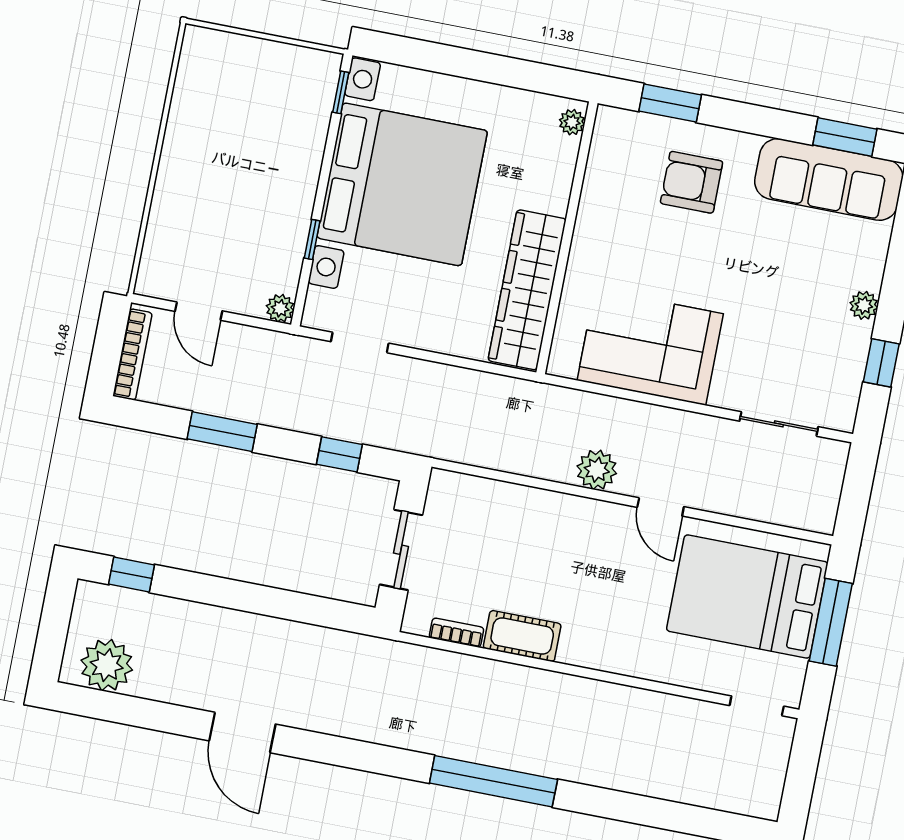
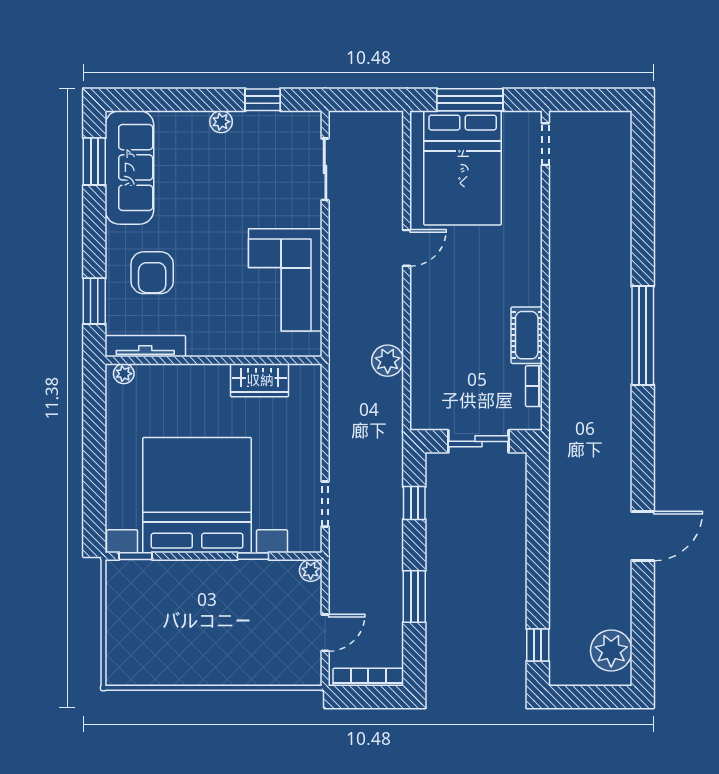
tv unit: (601, 156) -> (145, 346), added
wardrobe: (527, 290) -> (260, 380), width x0.48, depth x0.85
plant: (597, 470) -> (388, 361), moved

